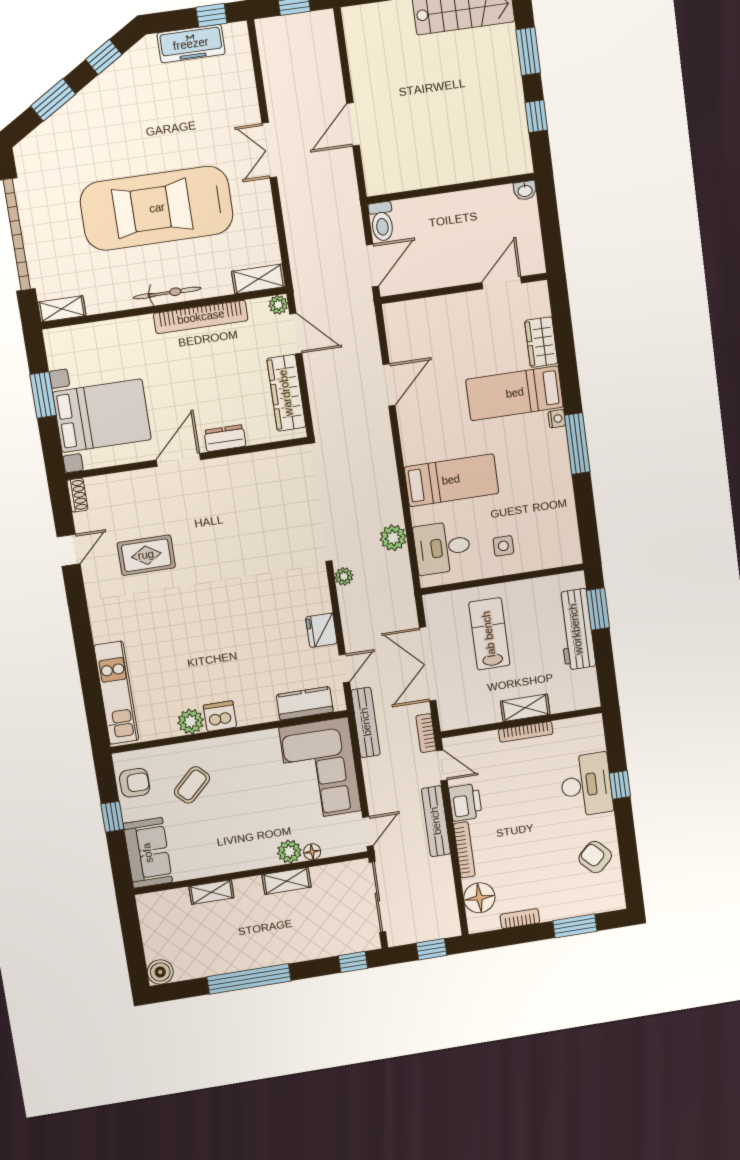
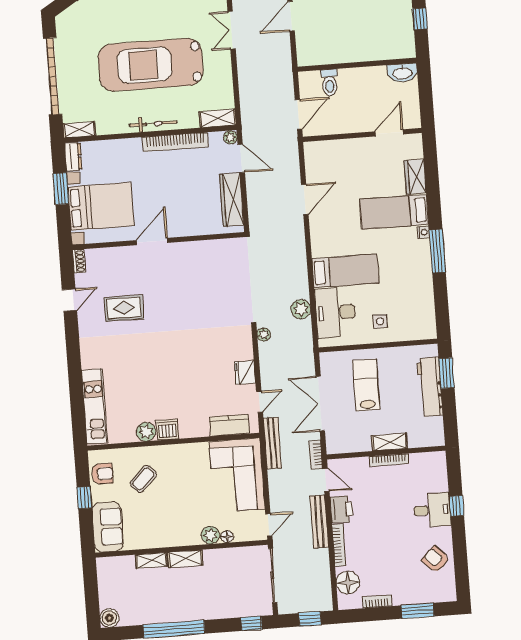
washbasin: (525, 190) -> (402, 73), width x1.91, depth x1.45
toilet: (382, 221) -> (330, 83), moved
dresser: (225, 438) -> (73, 157), moved, turned 90
desk: (442, 548) -> (335, 312), width x1.37
desk: (586, 785) -> (432, 510), width x0.73
shelving: (287, 881) -> (185, 559), moved

